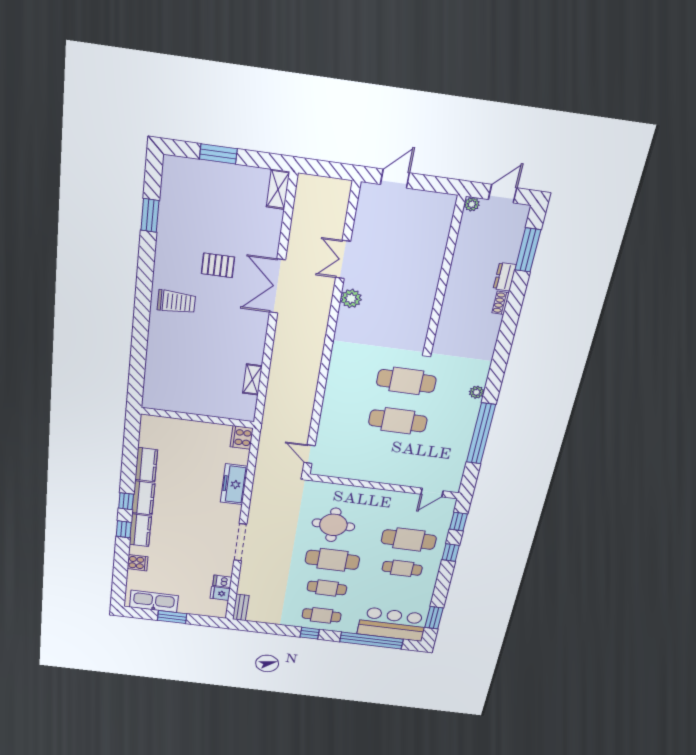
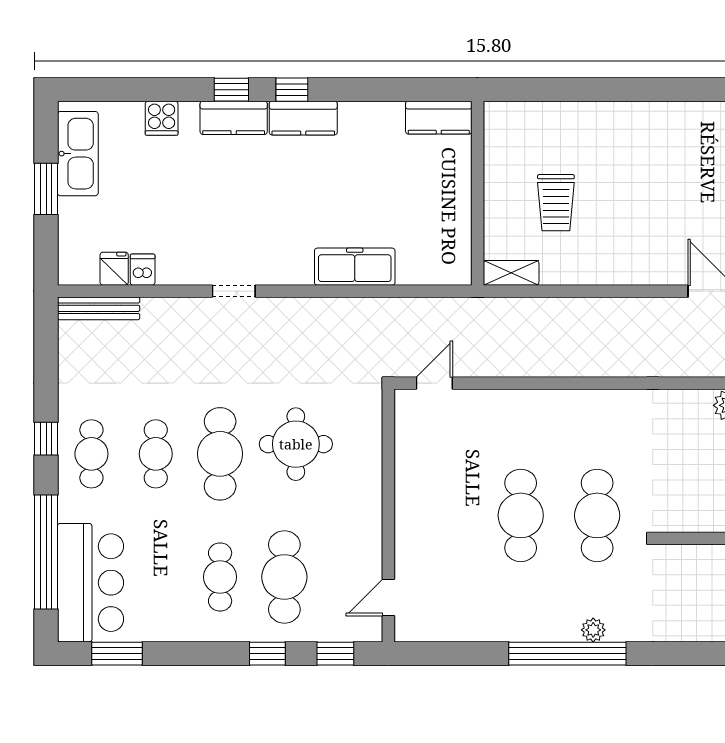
trolley: (176, 302) -> (556, 203), moved
shelving: (252, 379) -> (511, 273), moved
window: (481, 434) -> (567, 654), moved
cooker: (242, 437) -> (450, 269), removed
kitchen counter: (146, 465) -> (439, 118), moved
door: (432, 493) -> (388, 597), hinge flipped
doorway: (240, 542) -> (234, 291), width x0.53
bench: (241, 607) -> (99, 308), width x1.36

